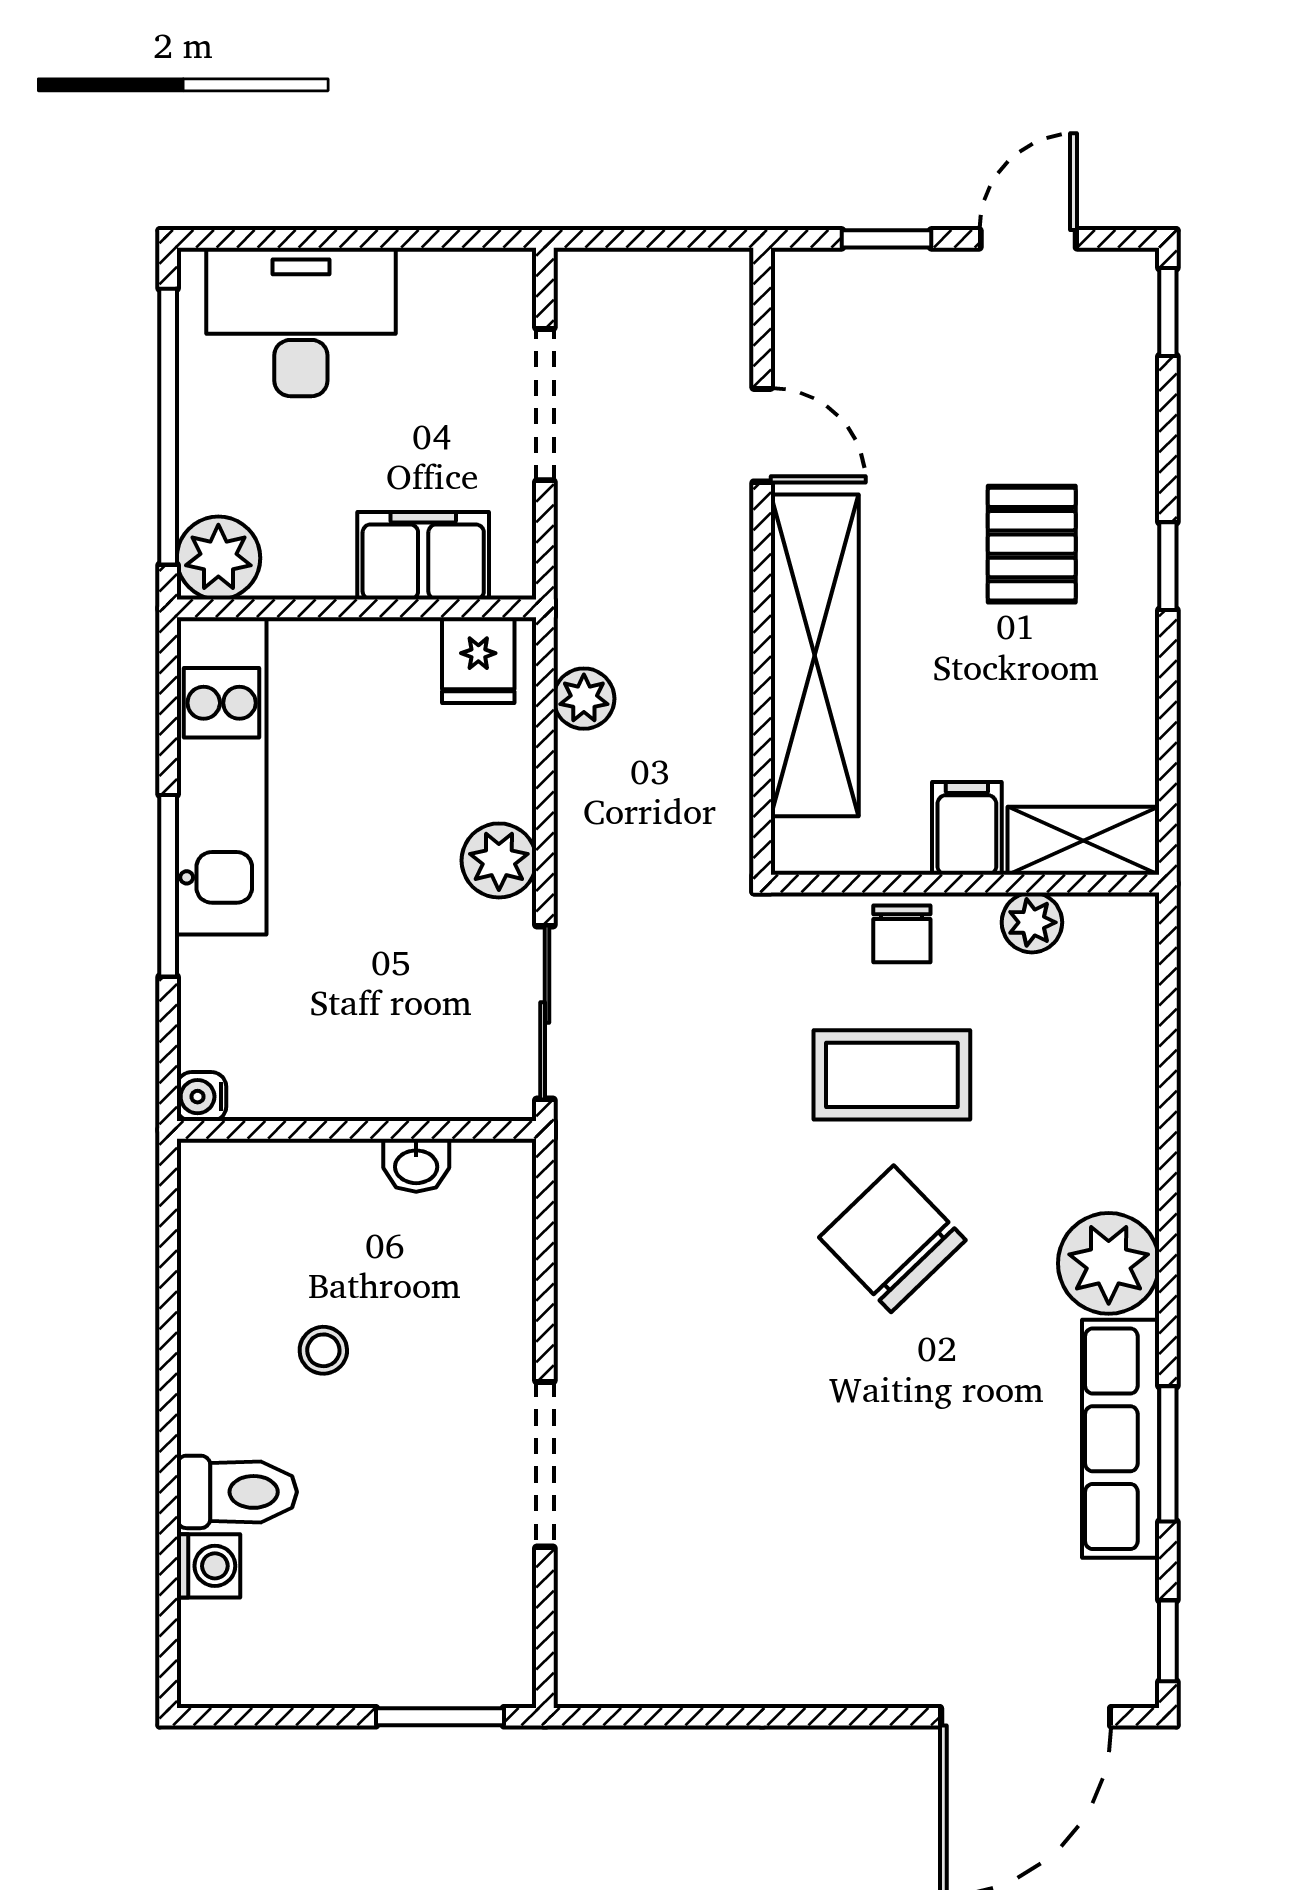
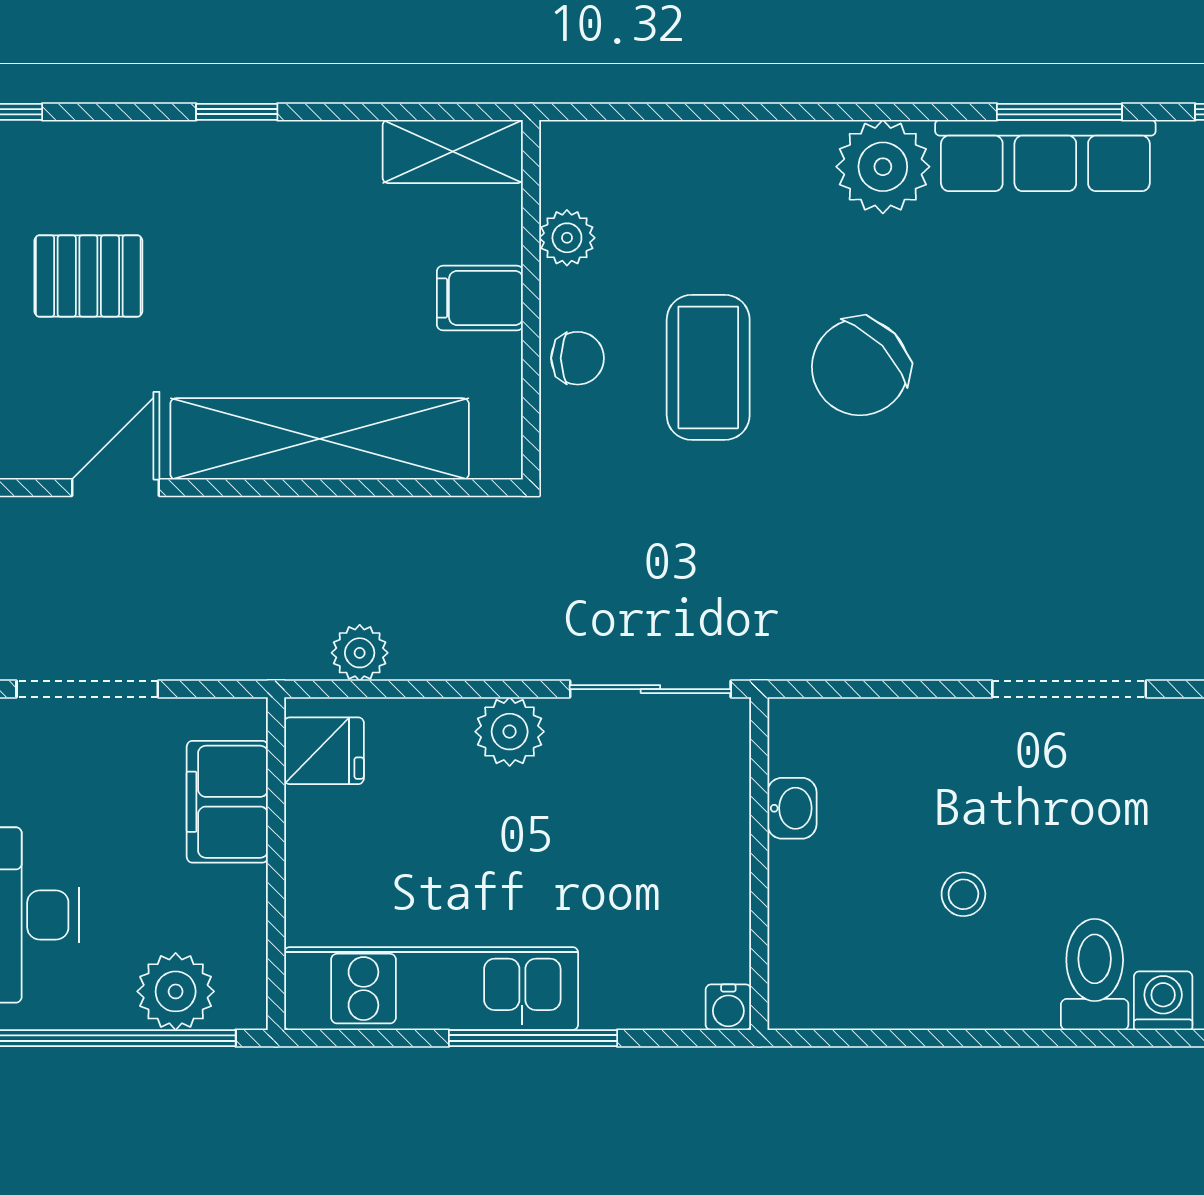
pallet: (1032, 544) -> (88, 276), moved
plant: (218, 558) -> (176, 991), moved
shelving: (1083, 841) -> (453, 151), moved, turned 90

